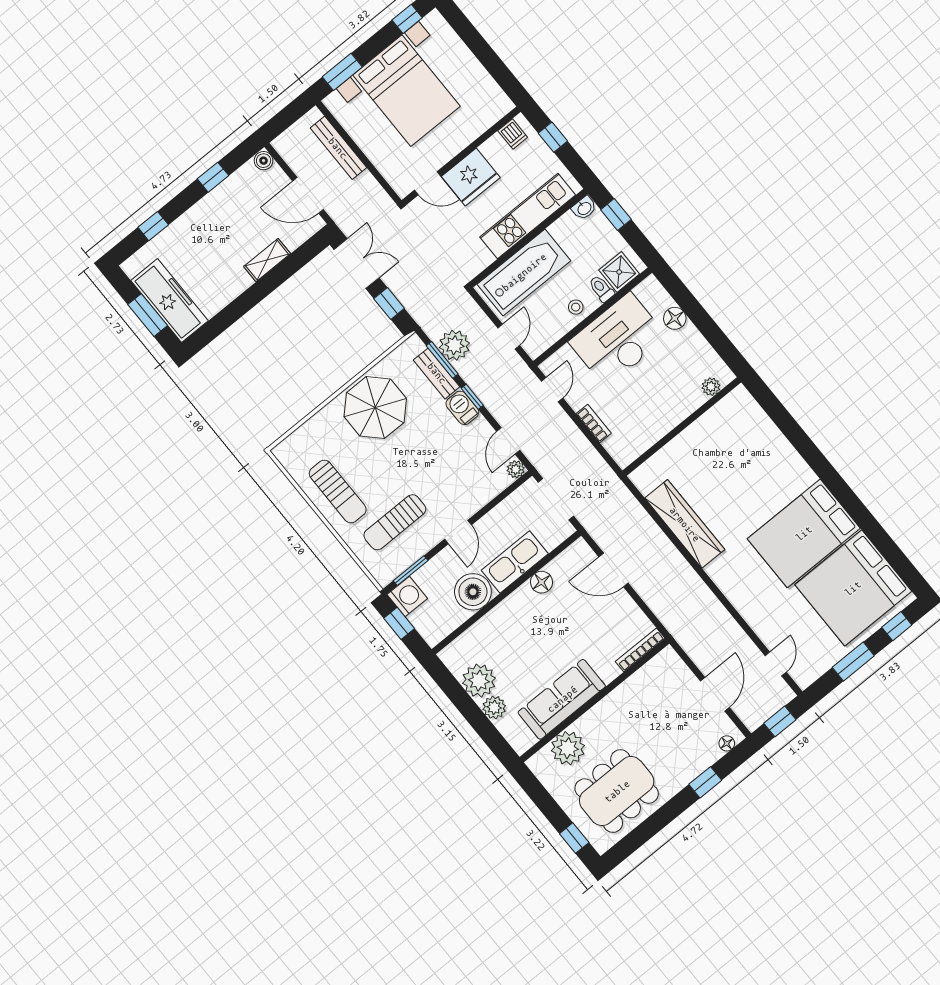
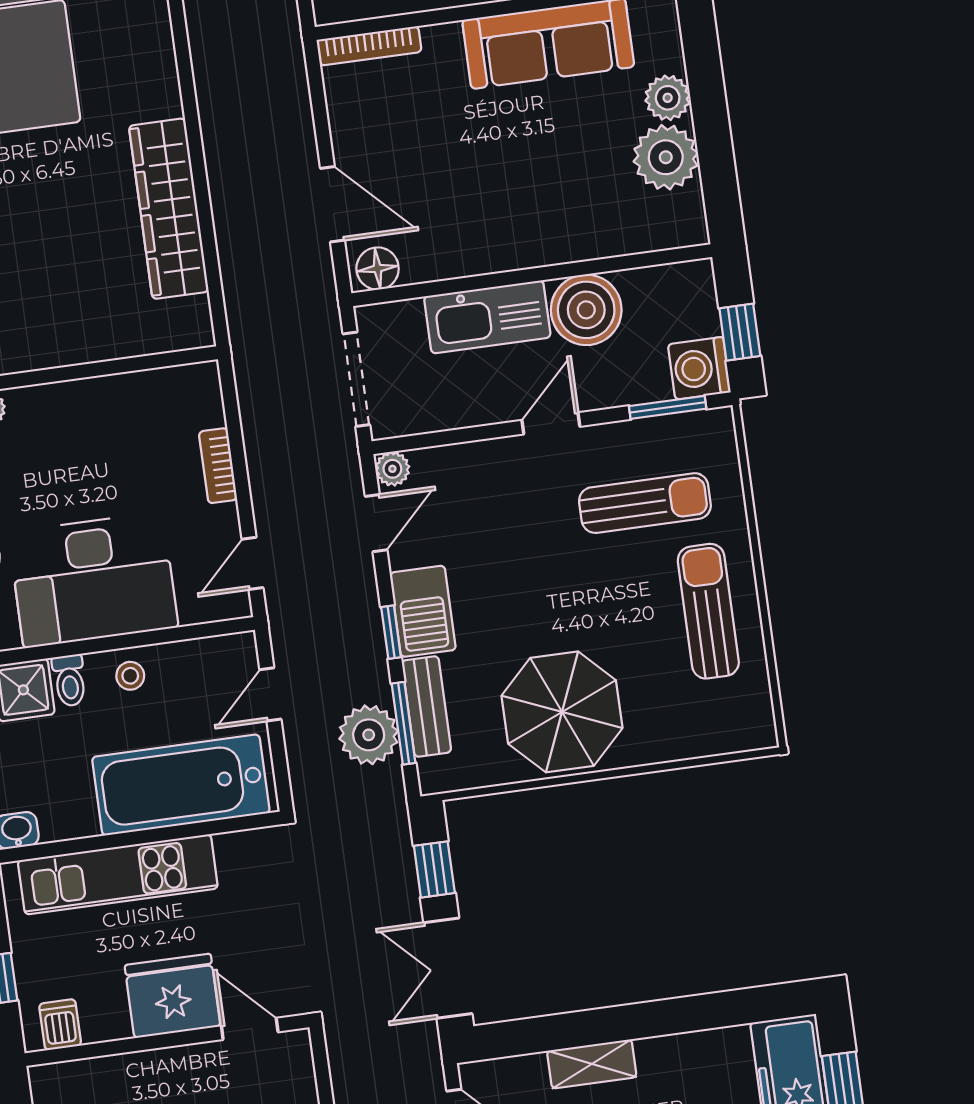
barbecue: (462, 408) -> (423, 611), width x1.38, depth x1.27
floor lamp: (542, 582) -> (378, 269), moved

